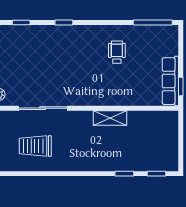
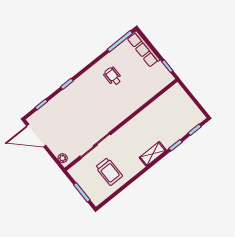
row of seats: (170, 81) -> (143, 49), moved
shelving: (110, 118) -> (153, 154), moved
trolley: (35, 146) -> (109, 172), turned -90

